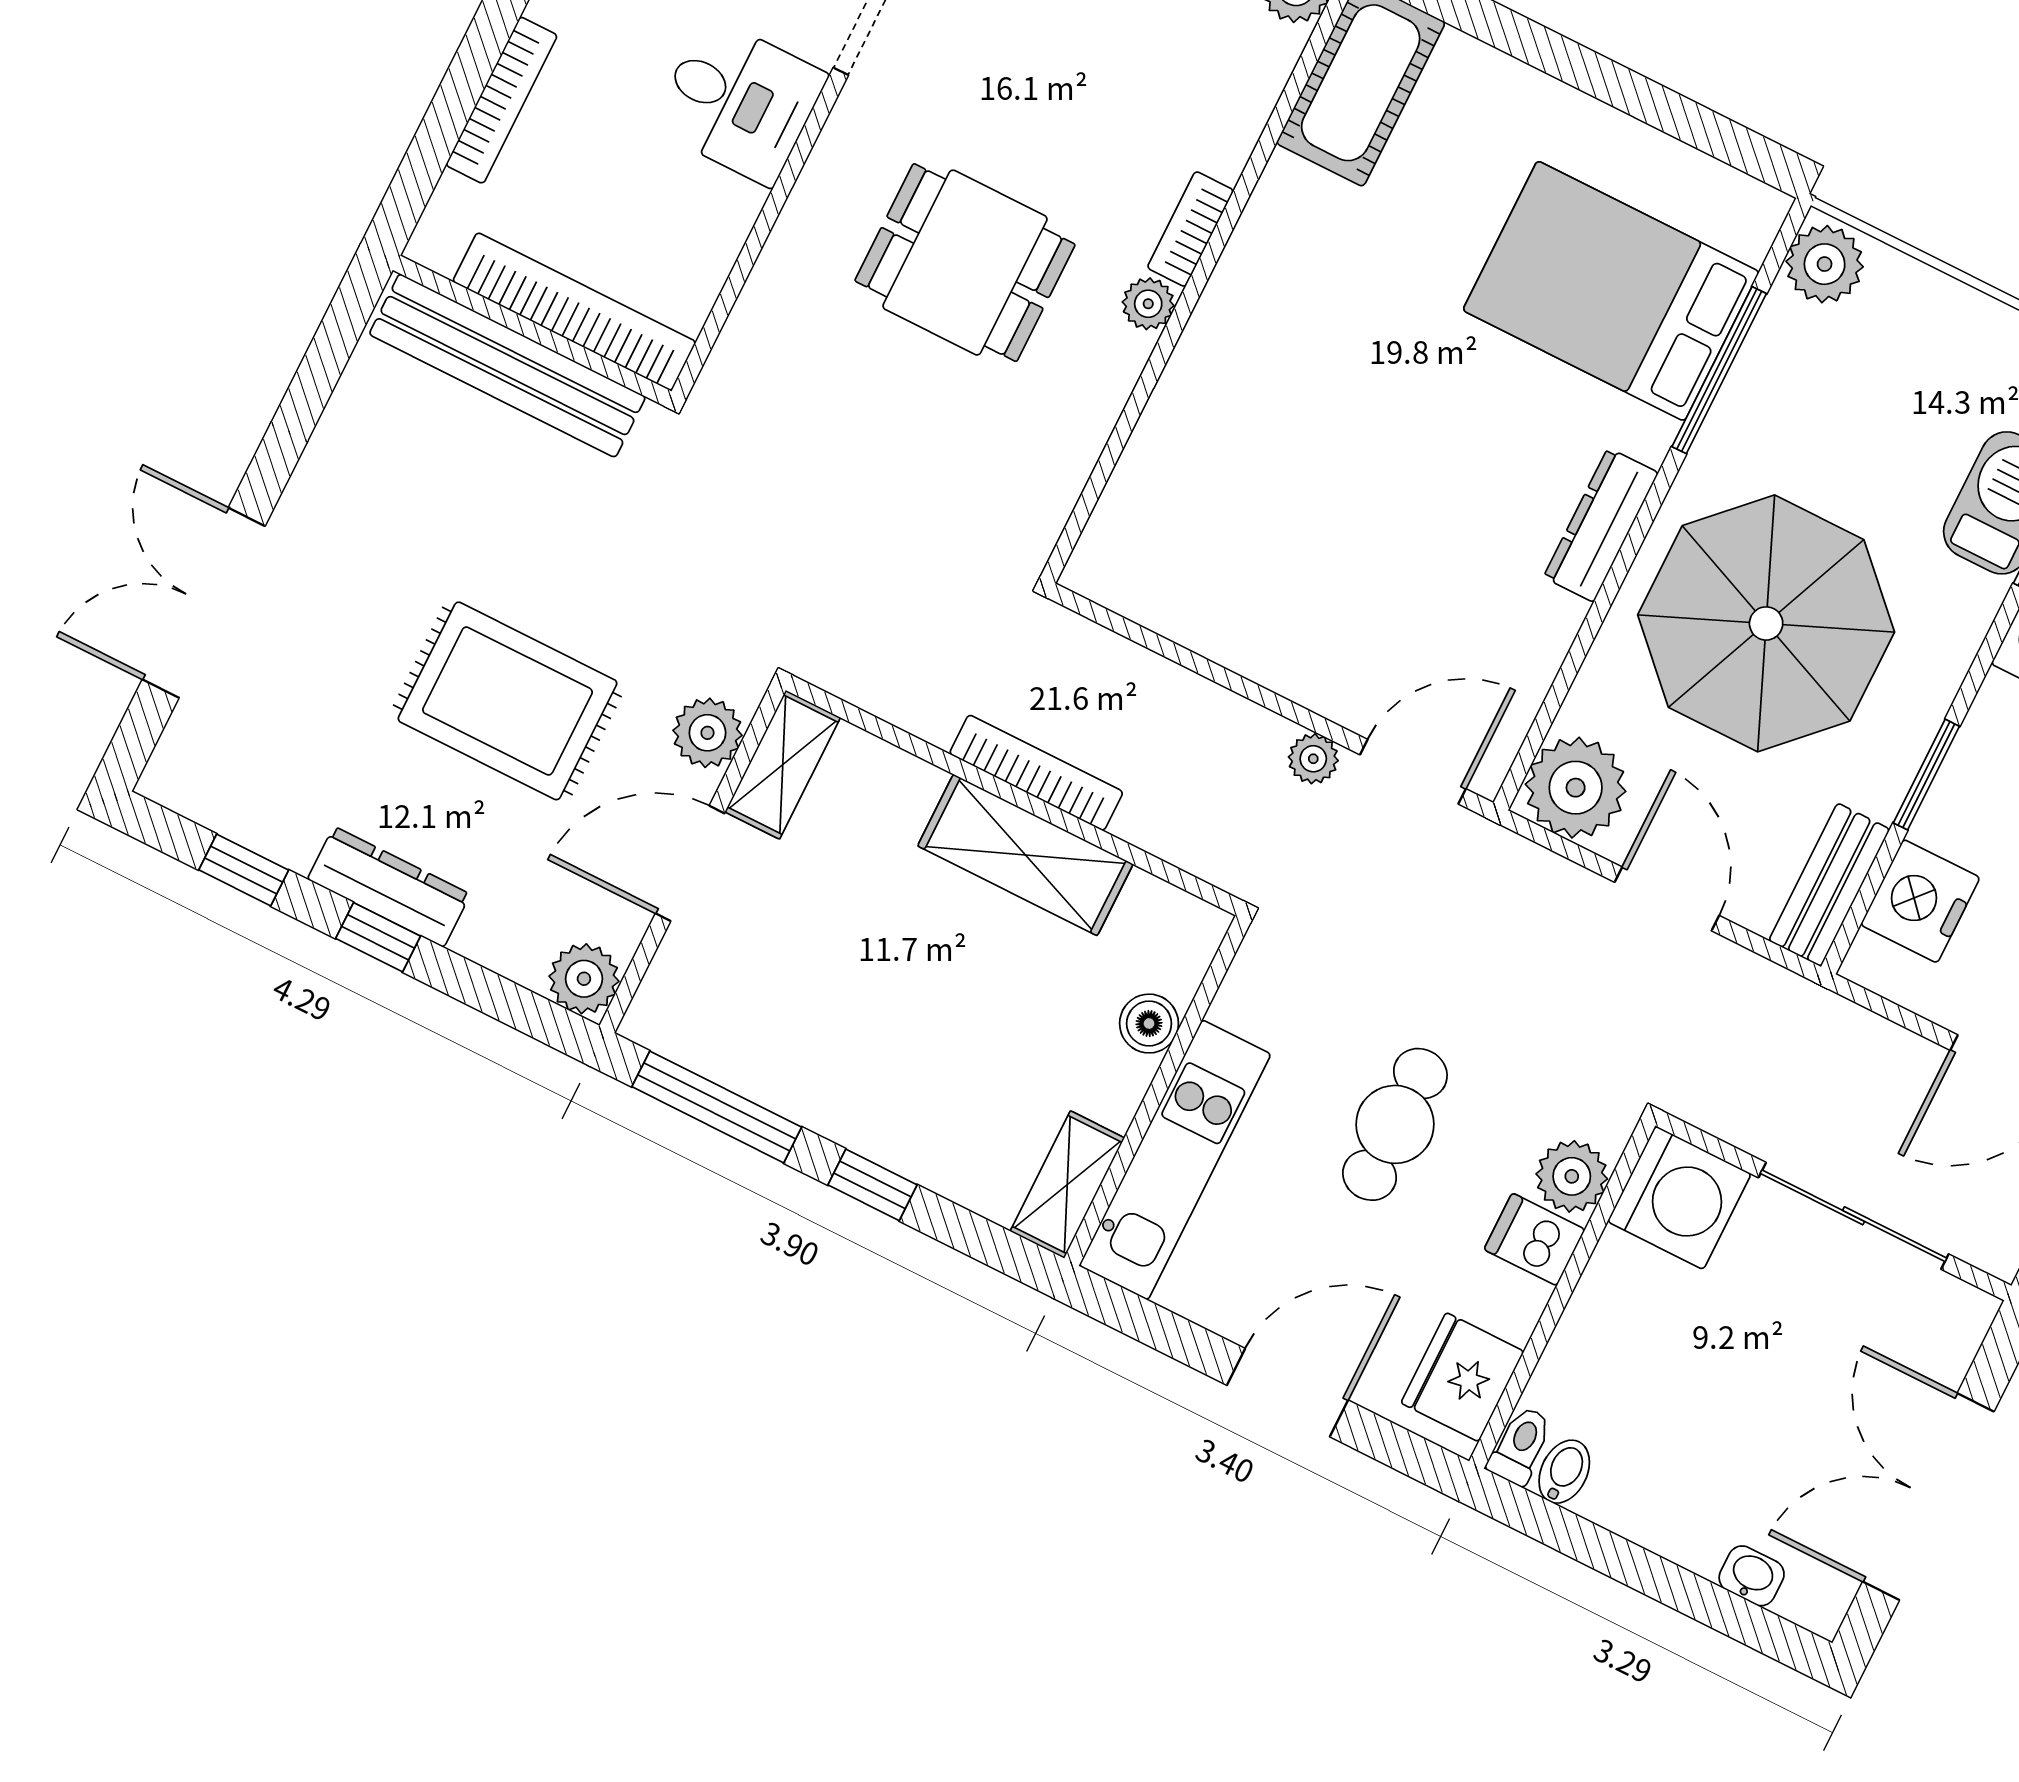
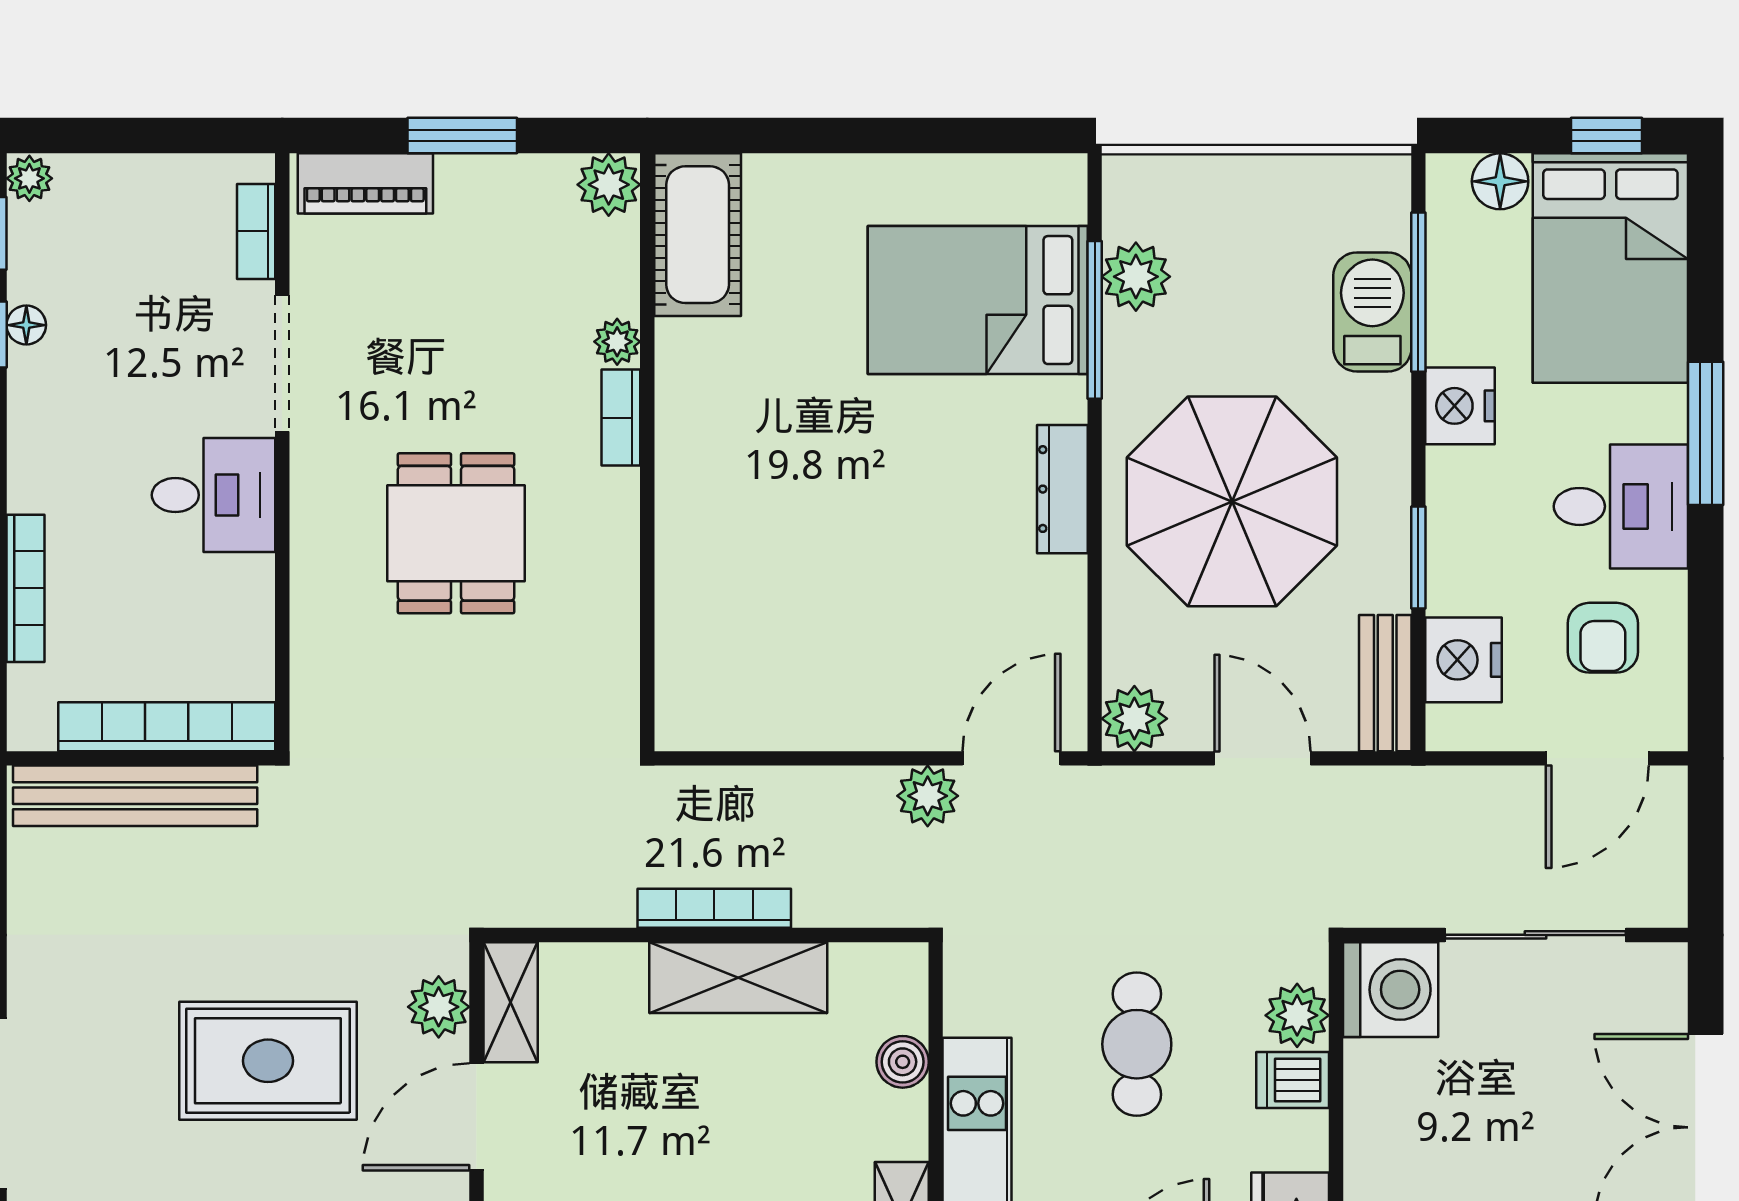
dining table: (965, 263) -> (456, 533), turned 90
plant: (1825, 264) -> (1136, 277), moved
plant: (1148, 304) -> (617, 342), moved
plant: (1313, 759) -> (928, 796), width x1.38, depth x1.38
plant: (1576, 788) -> (1134, 719), width x0.73, depth x0.73

